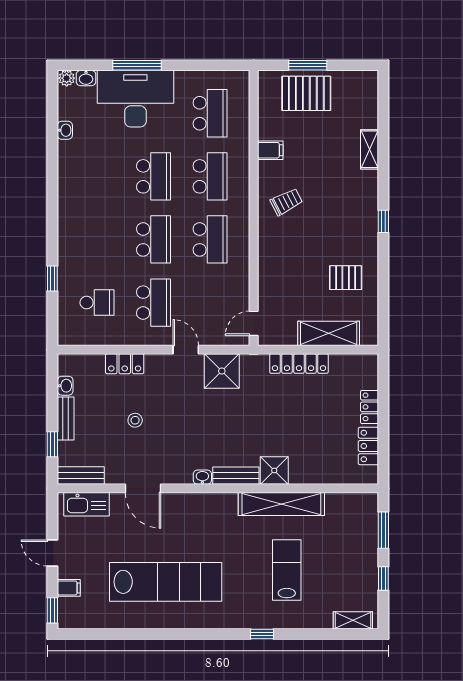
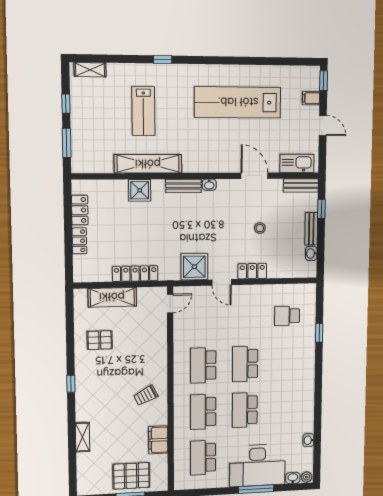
filing cabinet: (270, 150) -> (158, 440), width x2.00
school desk: (154, 303) -> (245, 317), removed
locker: (125, 364) -> (252, 271), moved
shower: (274, 470) -> (140, 190), moved

